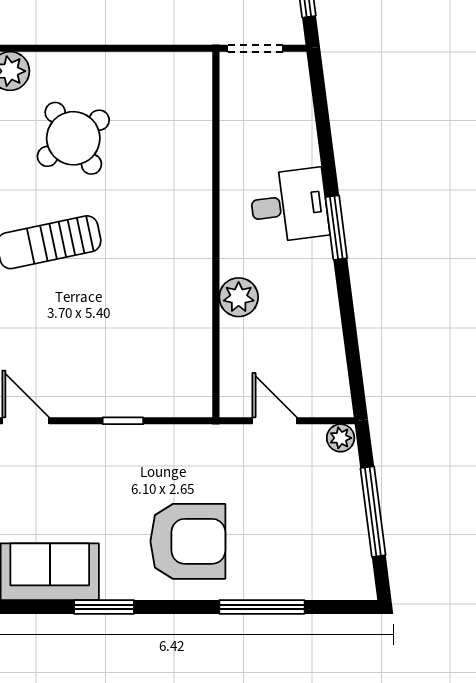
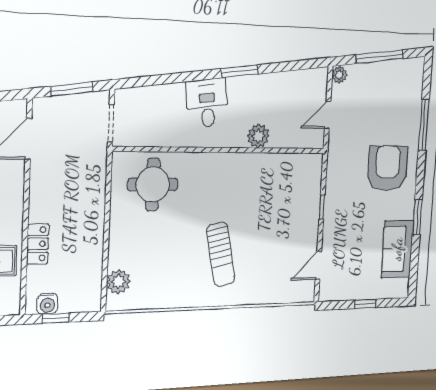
round table: (73, 138) -> (153, 184), moved, turned 35
window: (336, 228) -> (240, 71), moved

